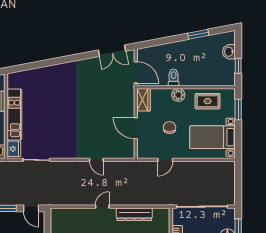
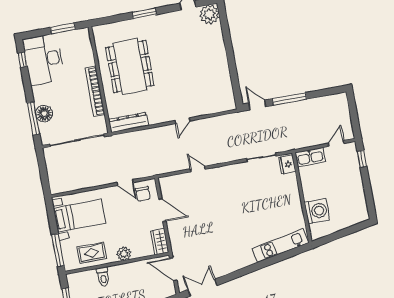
toilet: (174, 78) -> (103, 277), moved
window: (238, 109) -> (58, 250), width x1.44
kitchen unit: (14, 114) -> (280, 246), moved, turned 79
chair: (170, 128) -> (143, 194), moved
door: (165, 160) -> (125, 182), swing flipped
dresser: (134, 214) -> (128, 122), moved

